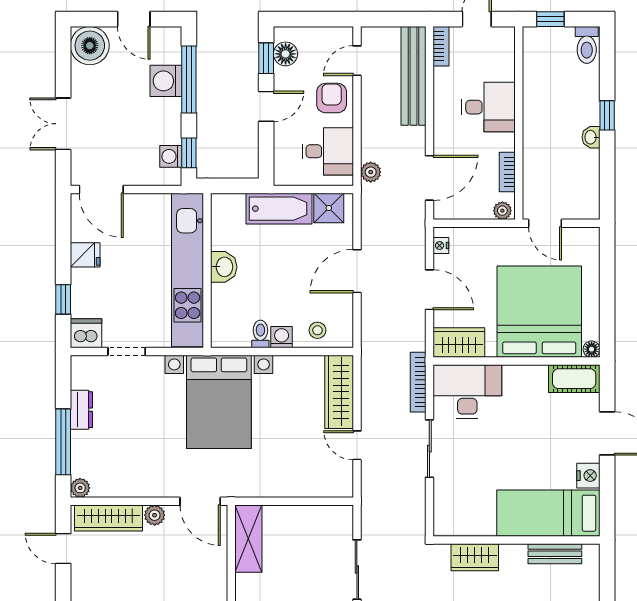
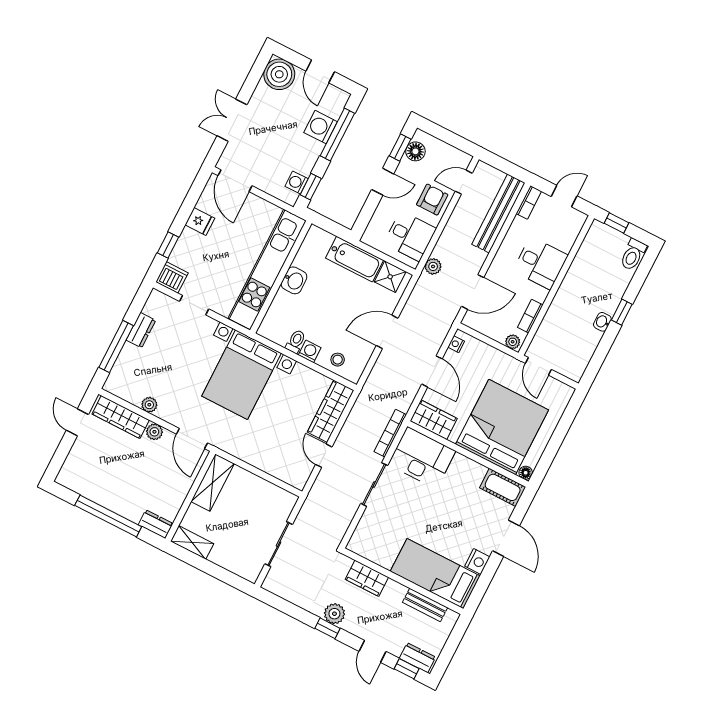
plant: (80, 488) -> (149, 405), moved

